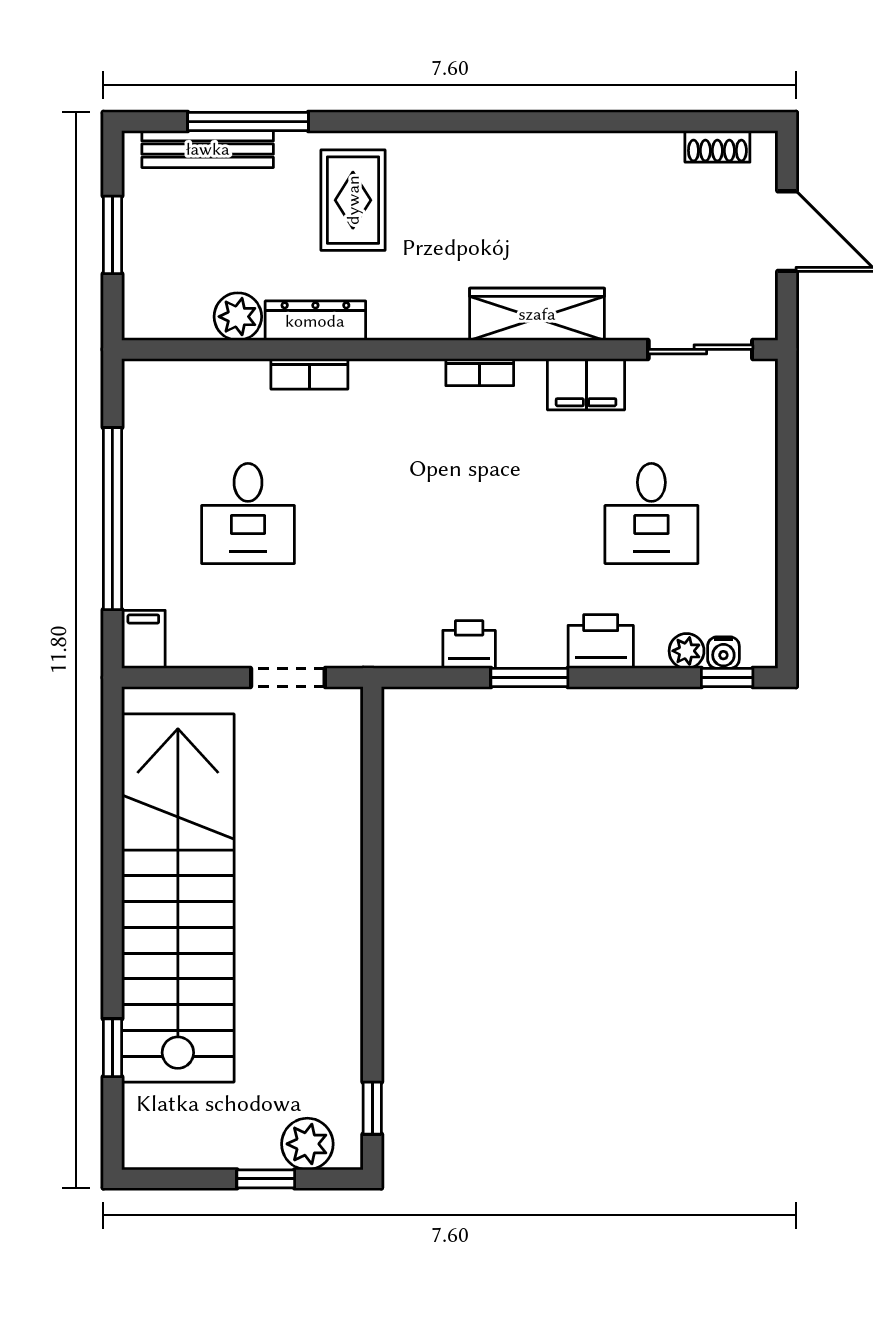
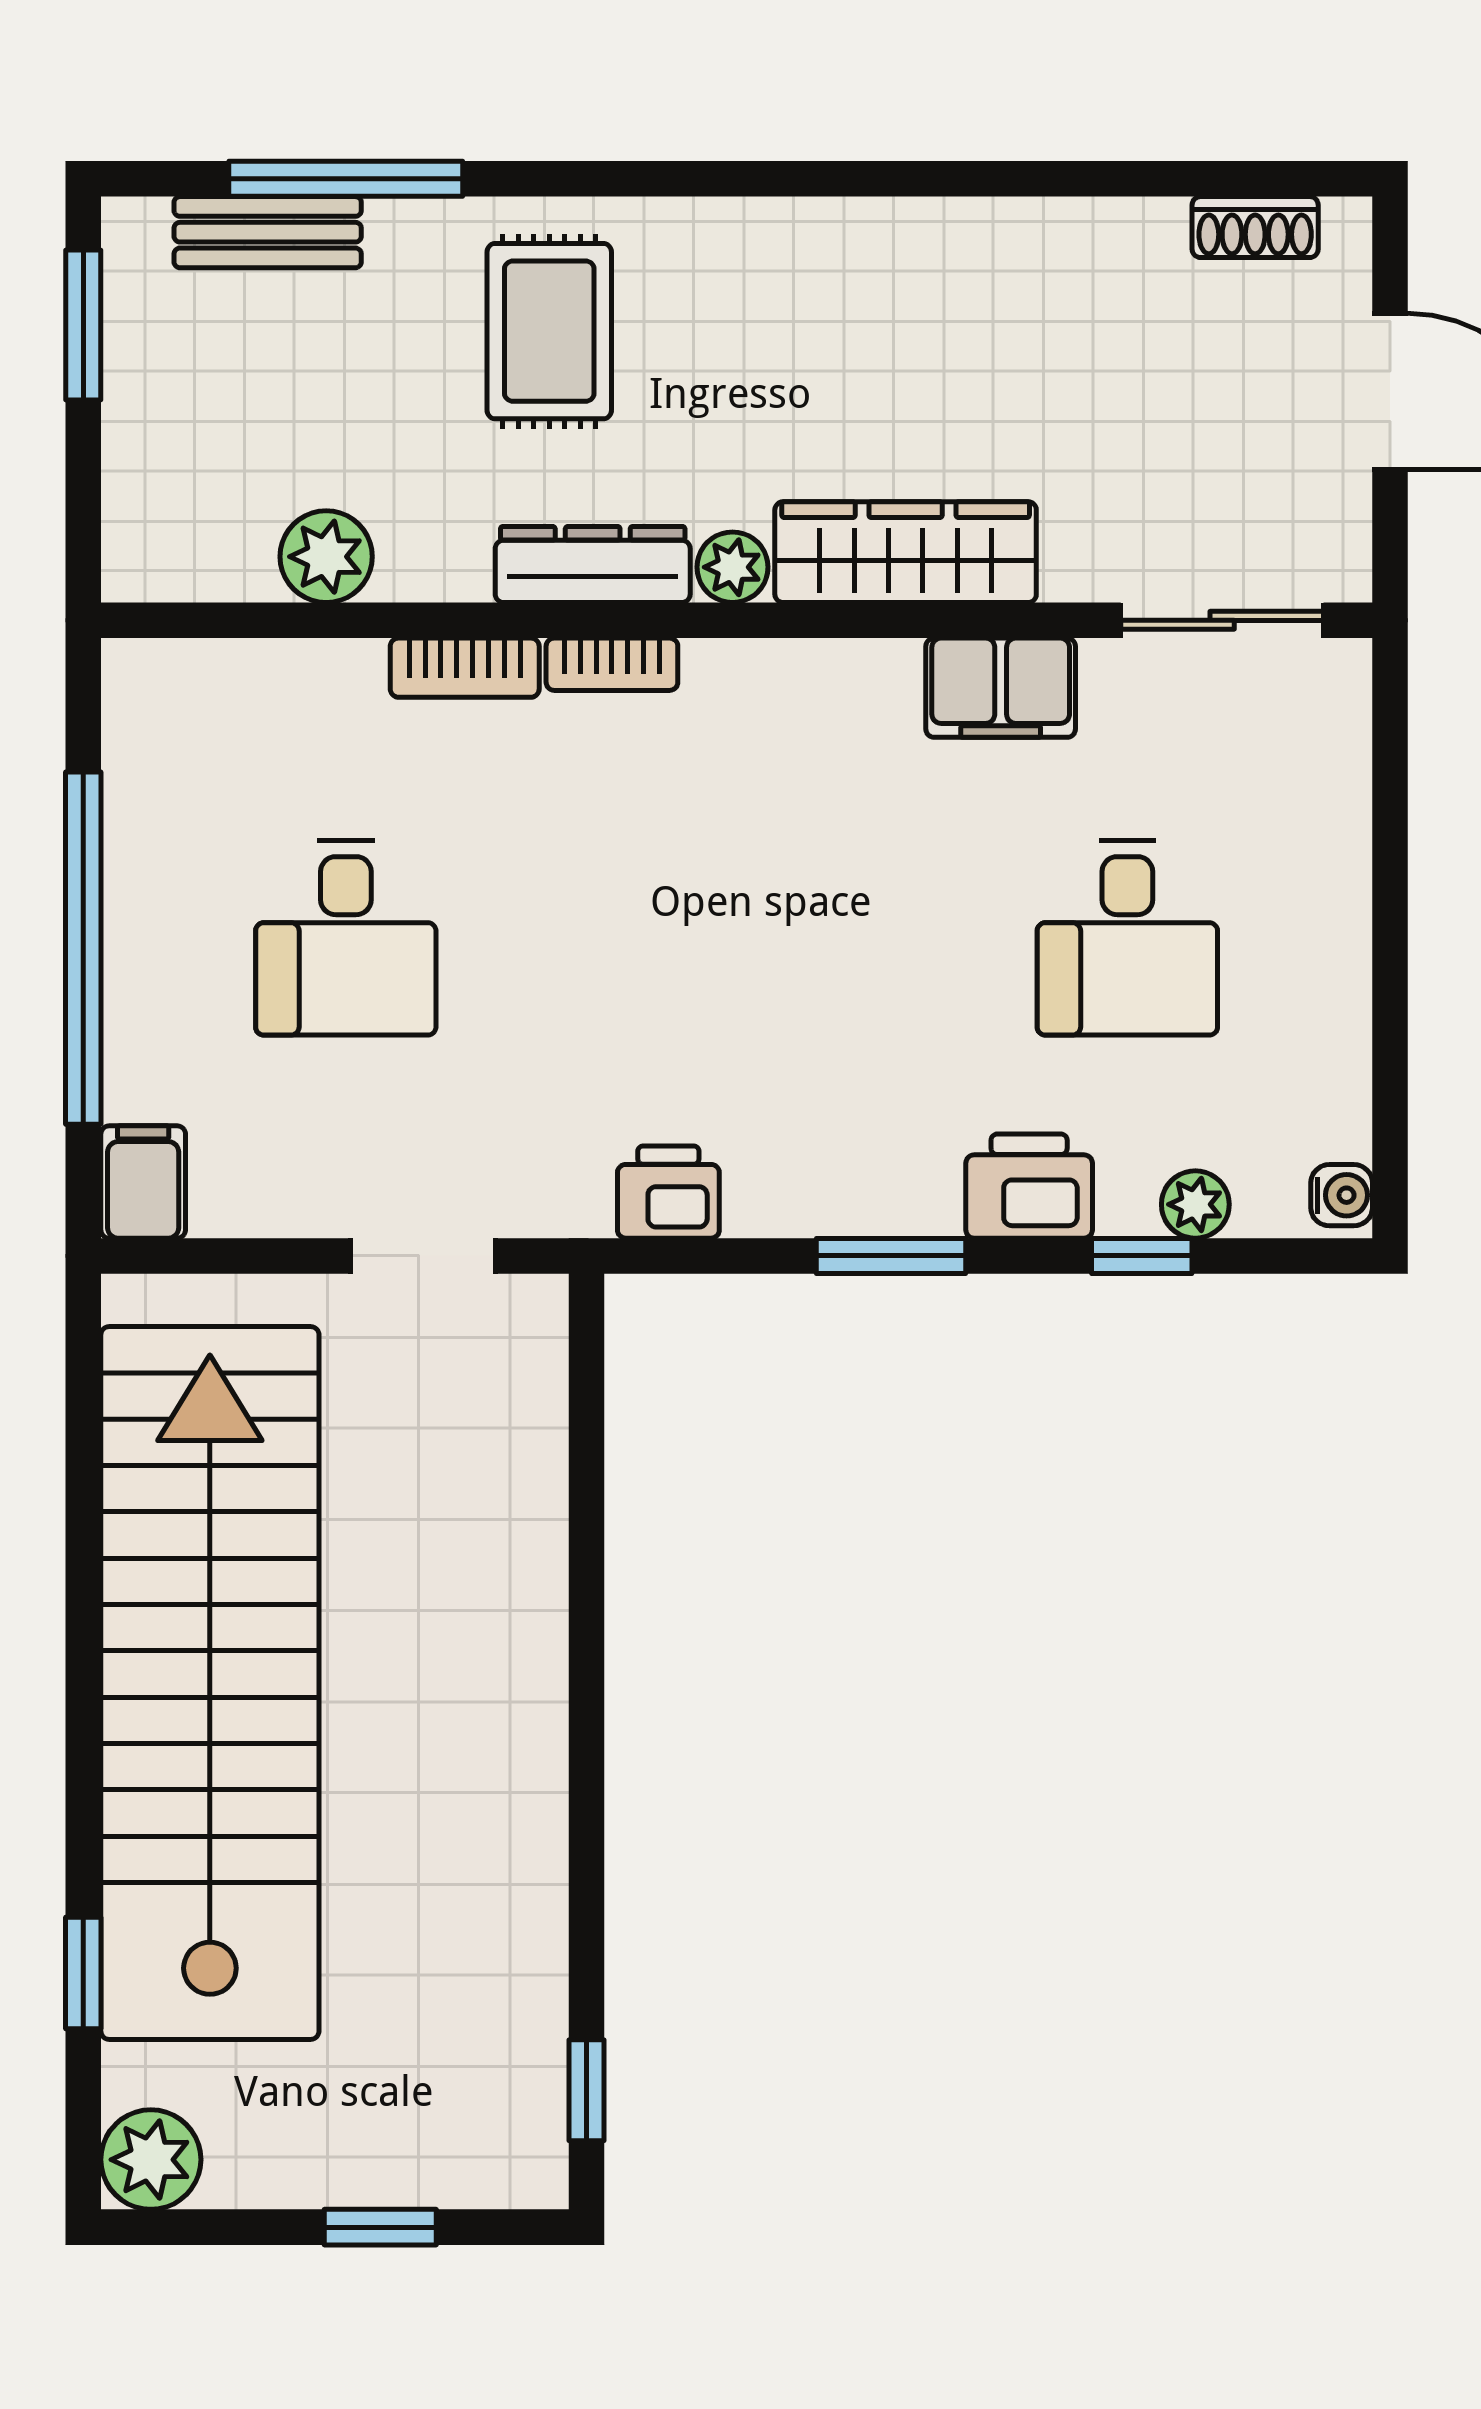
bench: (208, 149) -> (268, 232), width x0.73
window: (112, 235) -> (83, 325), moved
dresser: (315, 321) -> (593, 565), moved
plant: (448, 322) -> (732, 567), added
bookcase: (480, 372) -> (612, 664), moved
printer: (469, 645) -> (668, 1192), moved
water cooler: (723, 653) -> (1342, 1195), moved, turned -90
window: (727, 678) -> (1142, 1256), moved
plant: (307, 1144) -> (151, 2160), moved

